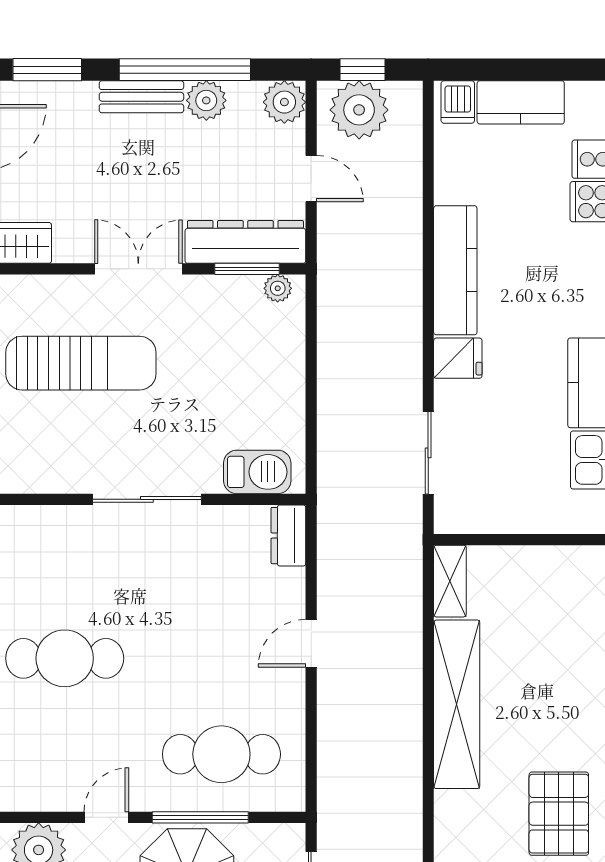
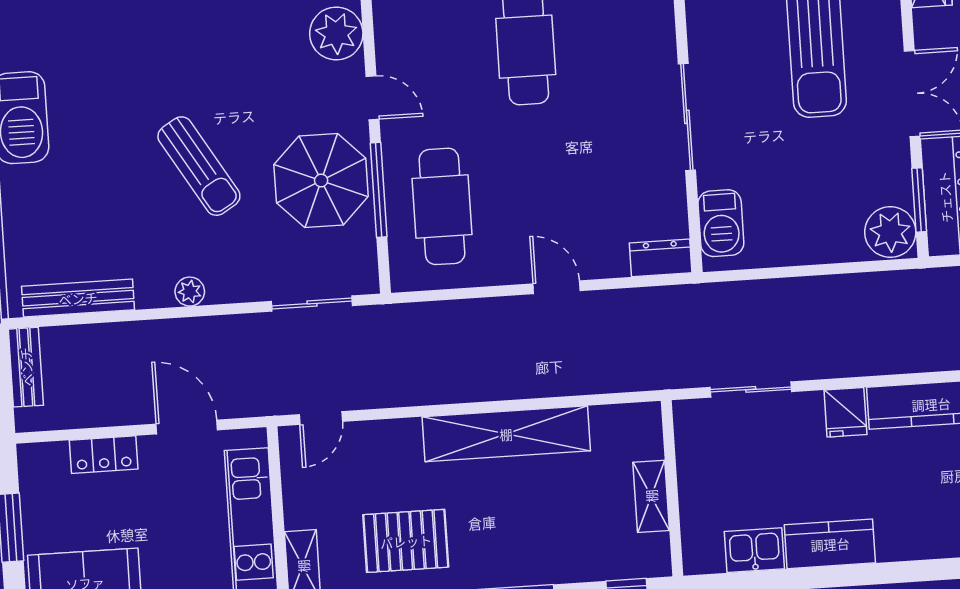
plant: (278, 288) -> (890, 232), width x1.88, depth x1.88
shelving: (450, 581) -> (651, 496), moved, turned 90

